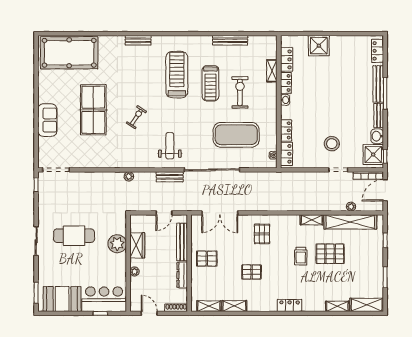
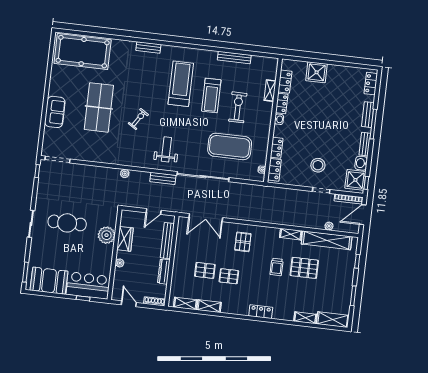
bench: (378, 84) -> (368, 115), width x0.73
pallet: (207, 259) -> (205, 270), moved

